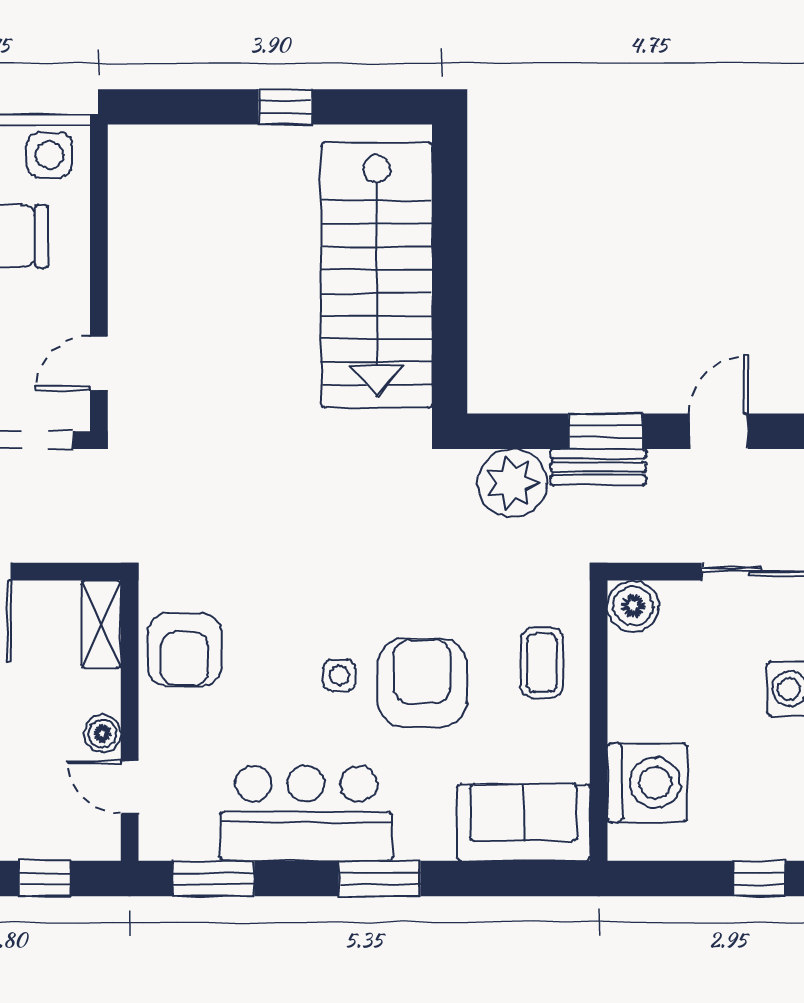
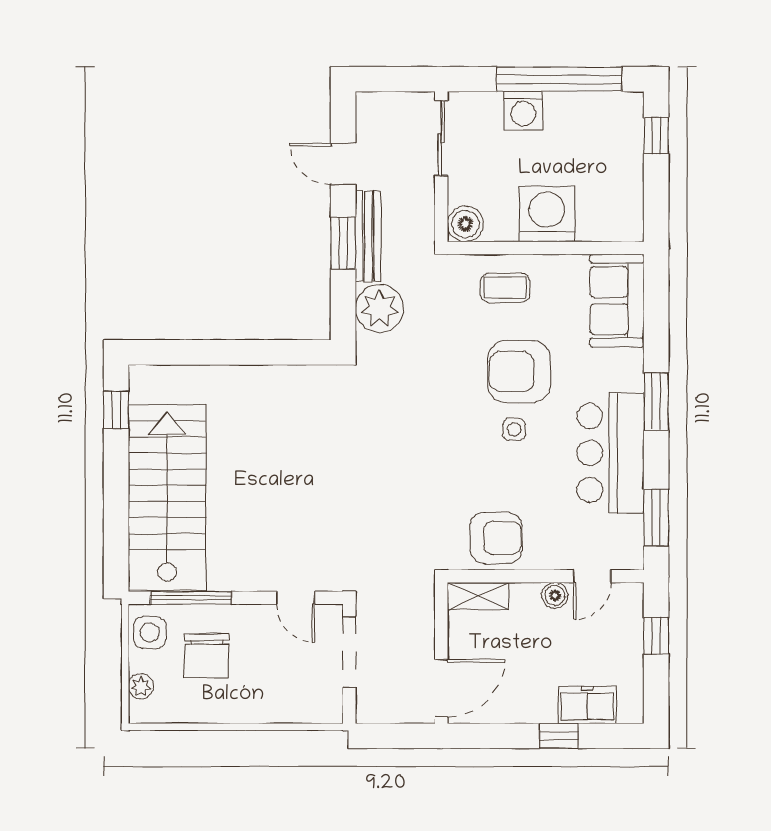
window: (285, 107) -> (116, 410), moved
window: (99, 214) -> (191, 598), added
stairs: (377, 275) -> (167, 498), moved, turned -90
bench: (598, 467) -> (368, 236), width x1.36
washing machine: (647, 783) -> (547, 214), moved

